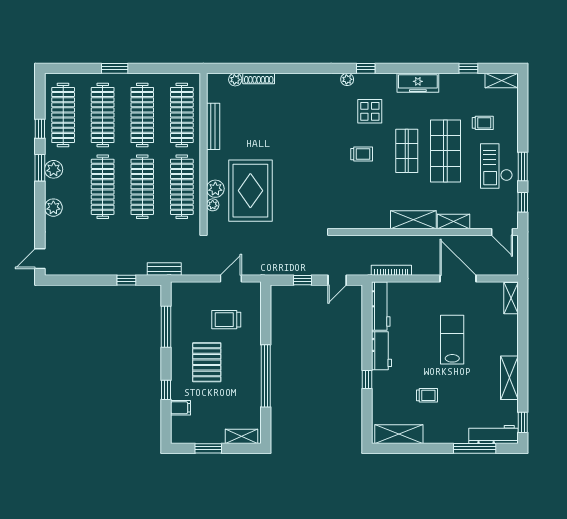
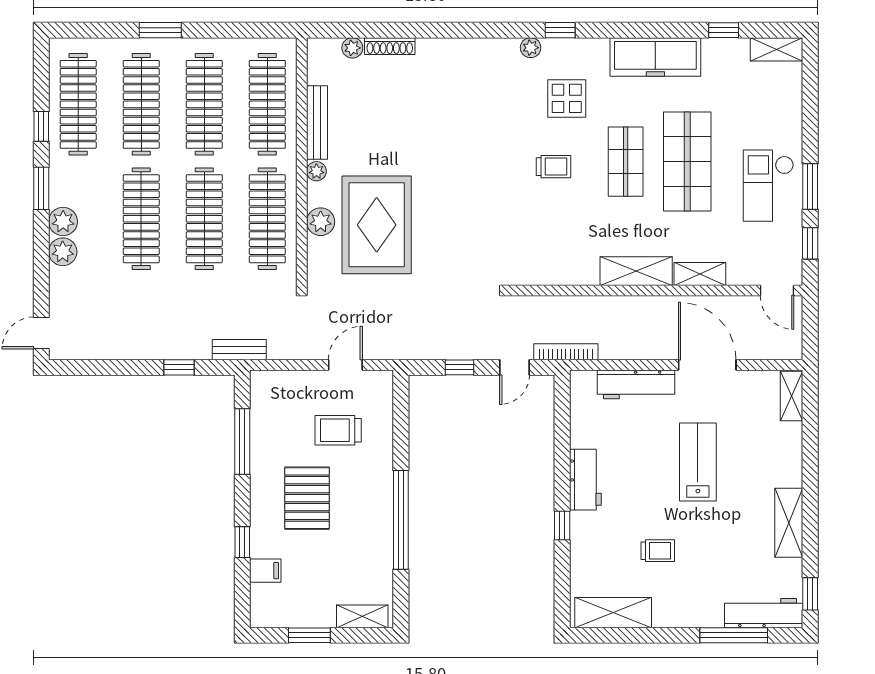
freezer: (418, 83) -> (655, 57), width x1.36, depth x1.26
trolley: (483, 123) -> (747, 117), removed
plant: (54, 169) -> (63, 222), moved
plant: (213, 205) -> (316, 171), moved
bookcase: (391, 270) -> (566, 352), moved
workbench: (381, 306) -> (636, 384), moved, turned 90

